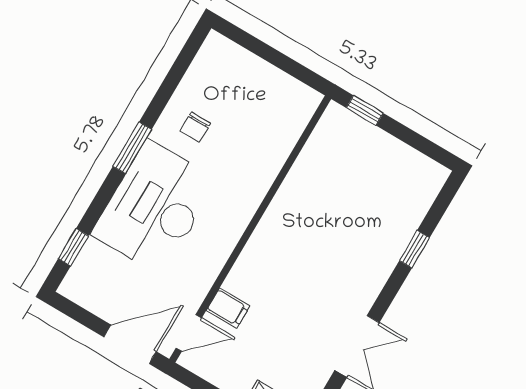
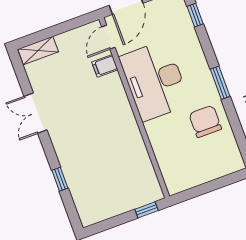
chair: (195, 127) -> (205, 121), width x1.87, depth x1.87
desk: (154, 207) -> (155, 81), moved, turned 180

